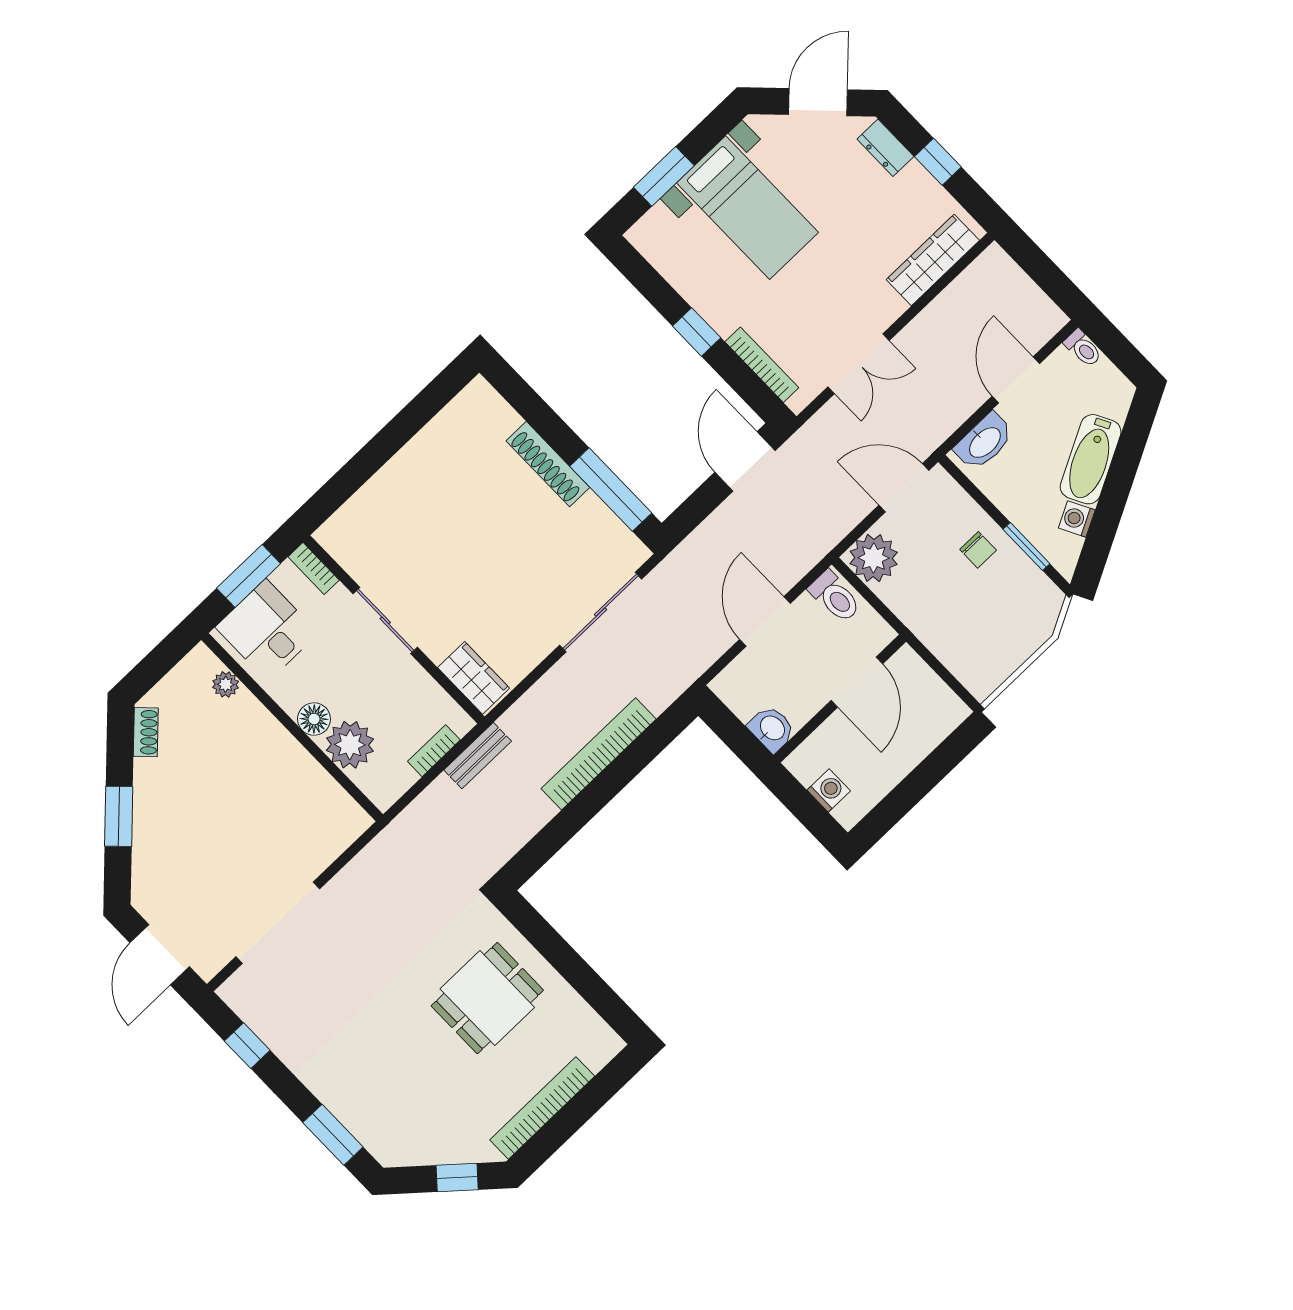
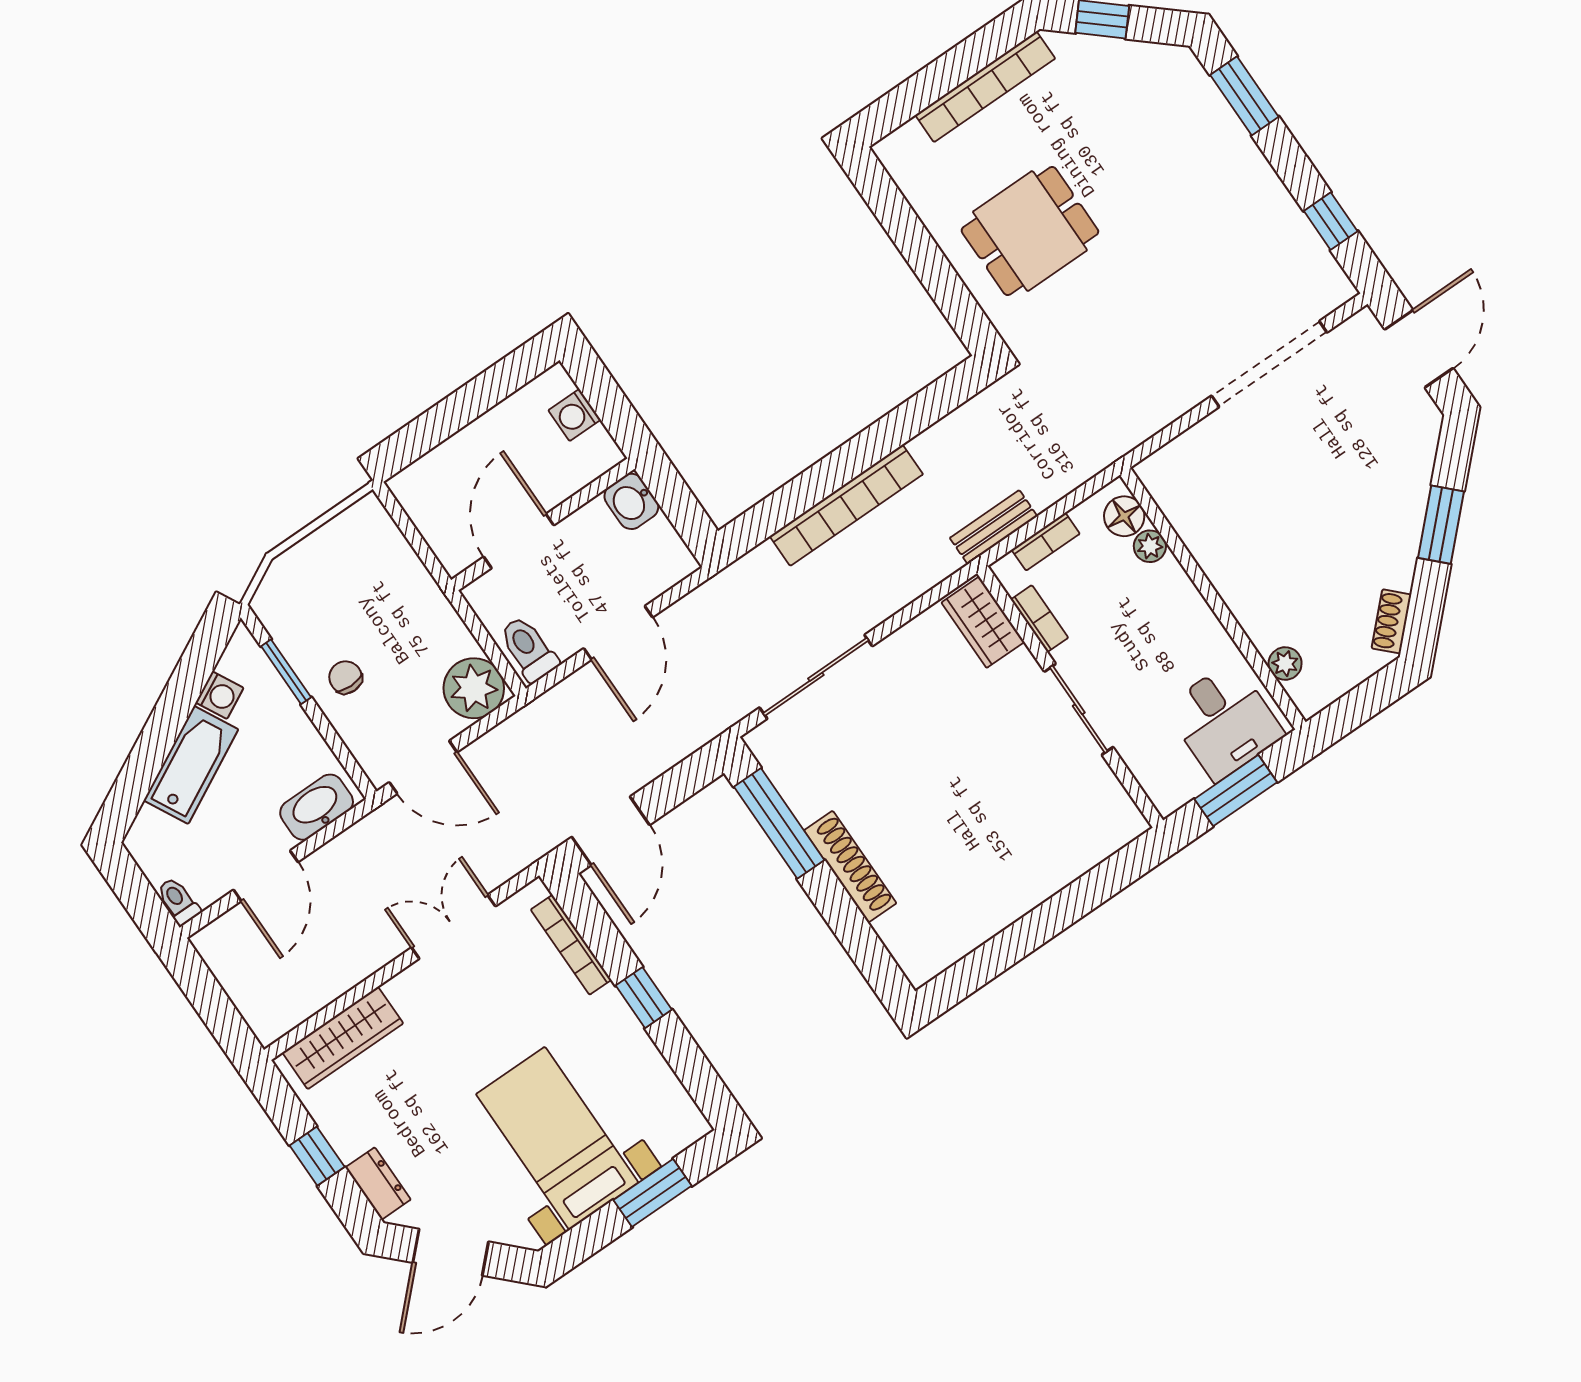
bookcase: (314, 568) -> (1039, 619), moved
floor lamp: (314, 719) -> (1124, 516), moved
plant: (350, 745) -> (1150, 546), width x0.53, depth x0.53

